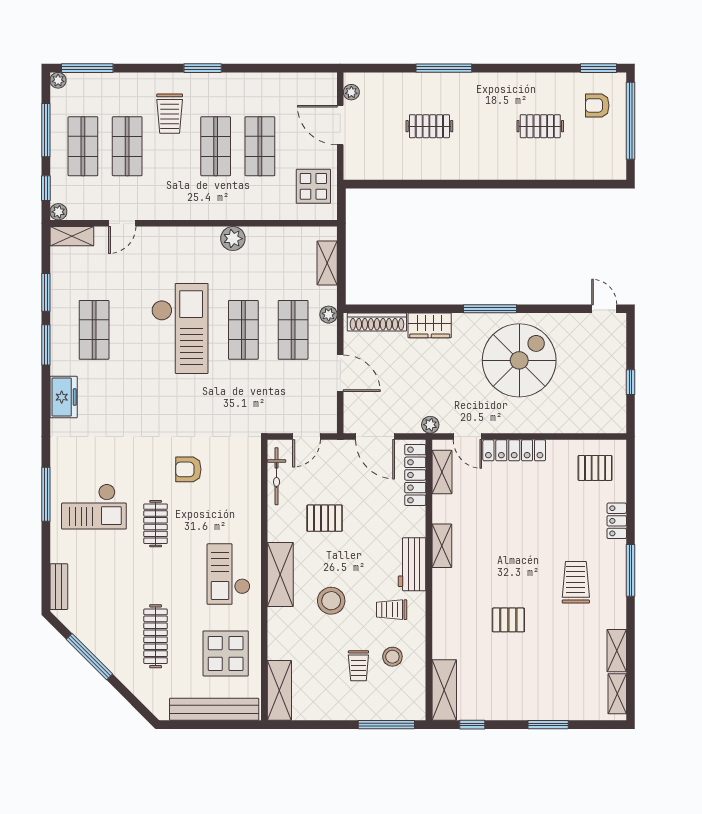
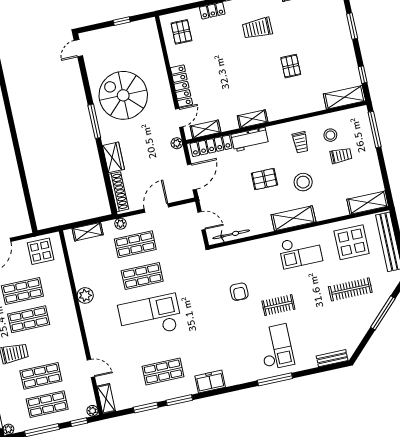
pallet: (325, 518) -> (264, 179), moved, turned 90
workbench: (412, 564) -> (250, 140), moved
window: (89, 657) -> (383, 313), moved

